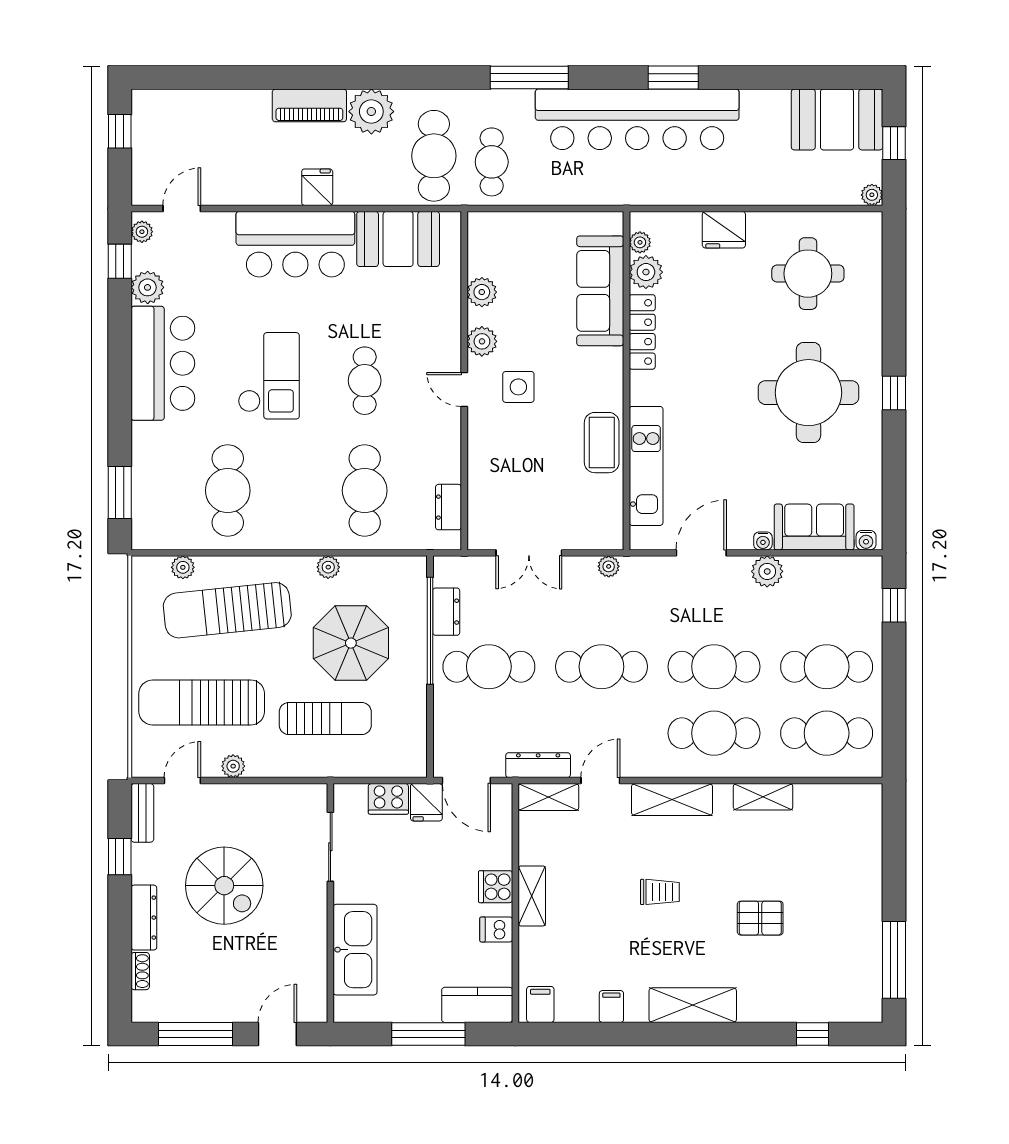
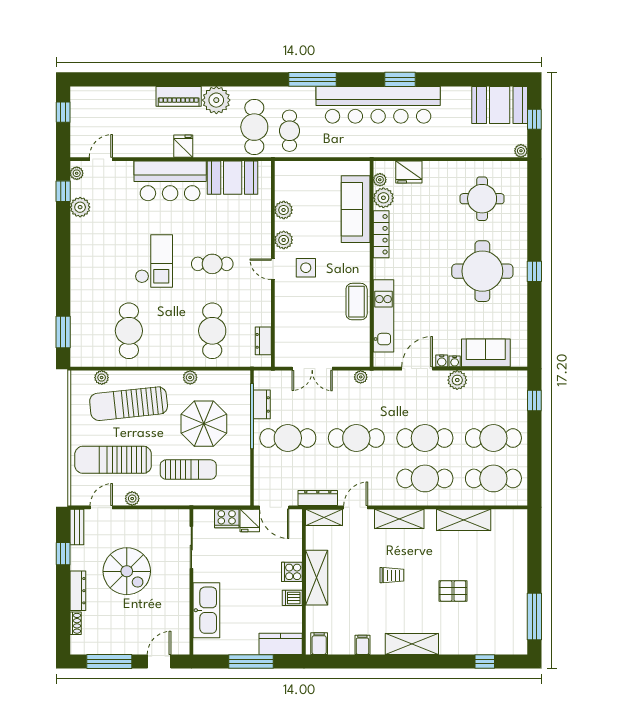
fridge: (724, 230) -> (409, 172), moved
bar counter: (163, 363) -> (89, 253), removed
cafe table: (365, 381) -> (212, 264), turned 90
water cooler: (866, 540) -> (442, 361), moved
shelving: (763, 797) -> (464, 520), width x1.50, depth x1.33
shelving: (532, 896) -> (317, 578), width x1.50, depth x1.33

